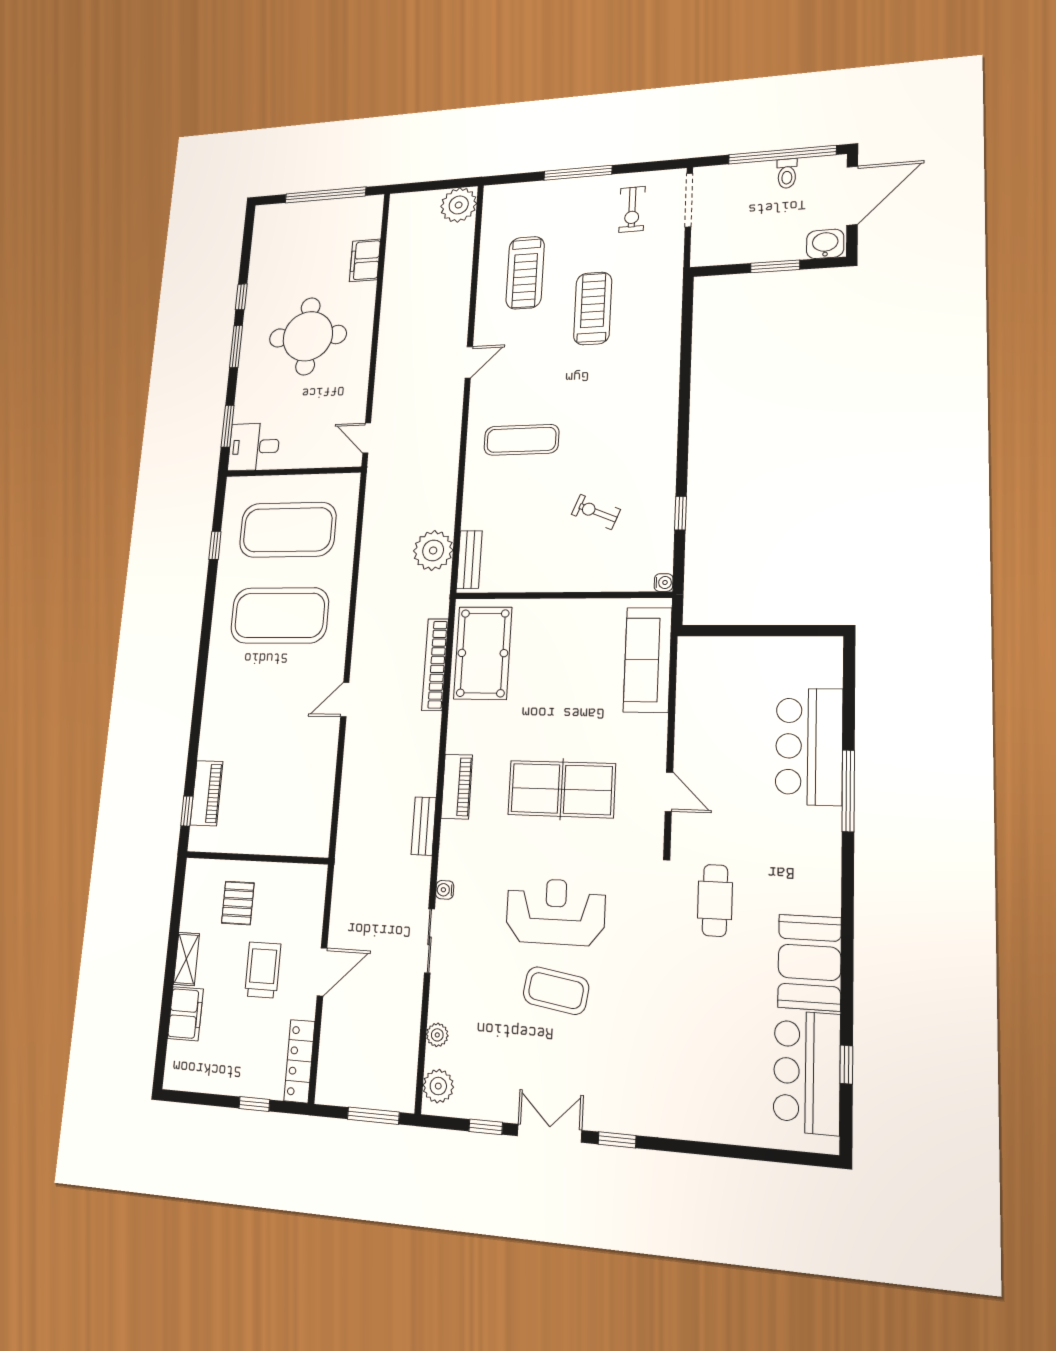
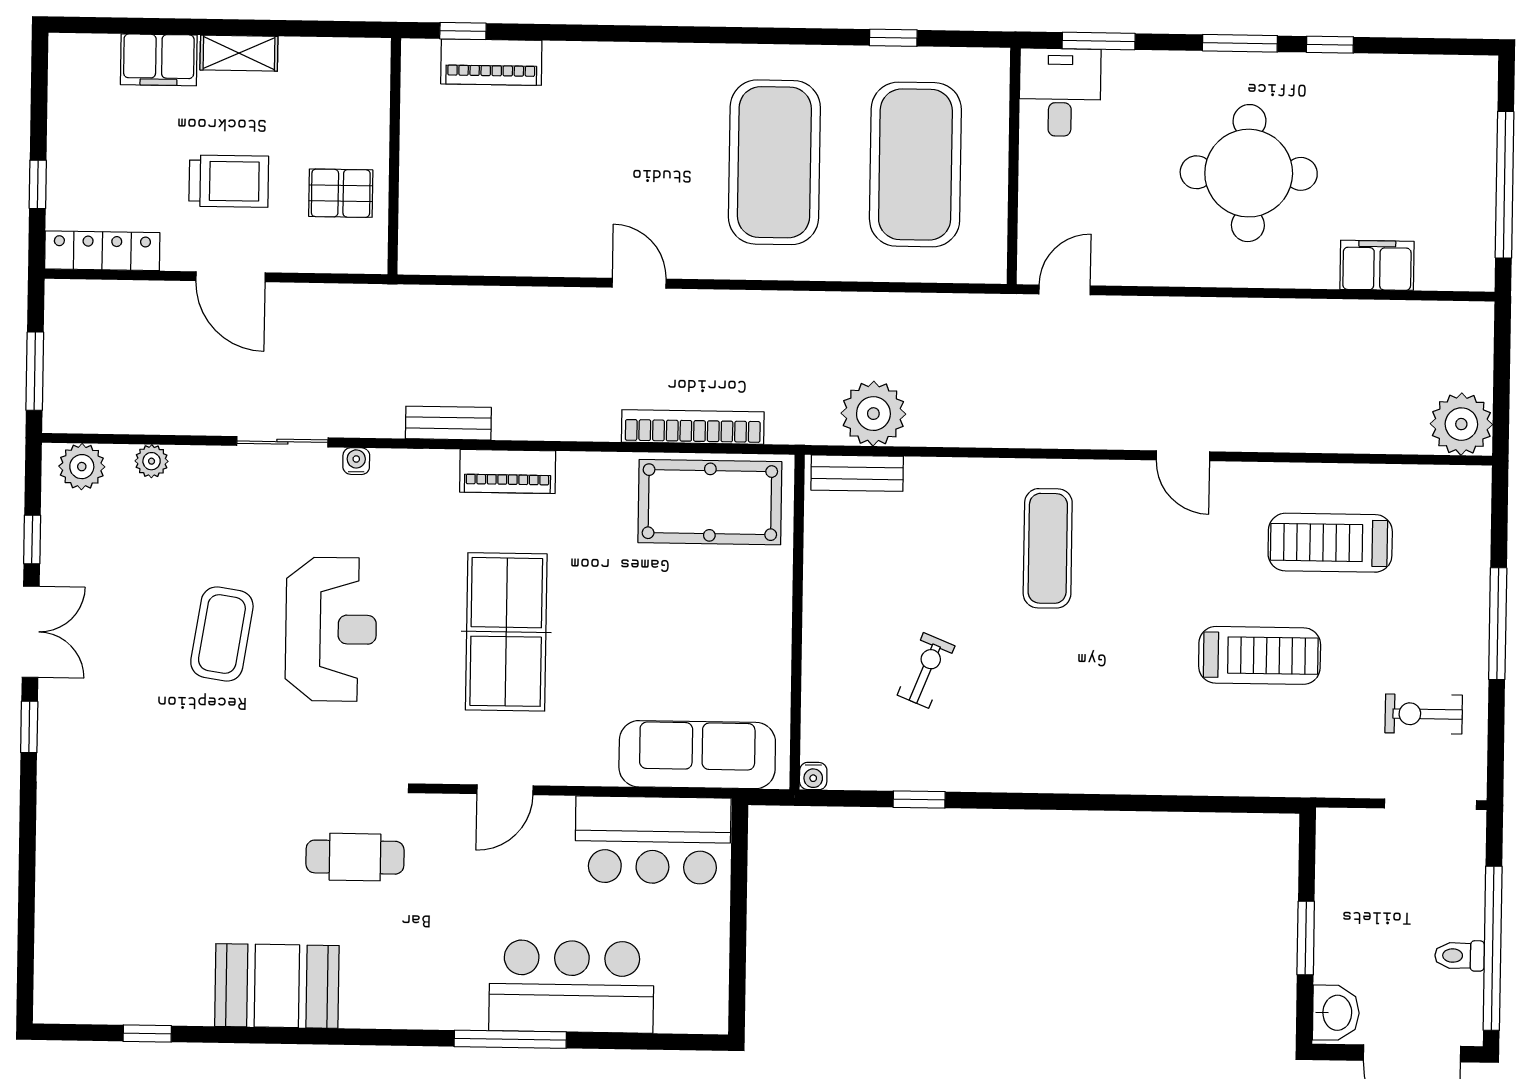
pallet: (238, 903) -> (341, 193), moved
bar counter: (807, 1072) -> (653, 840), moved, turned 180

